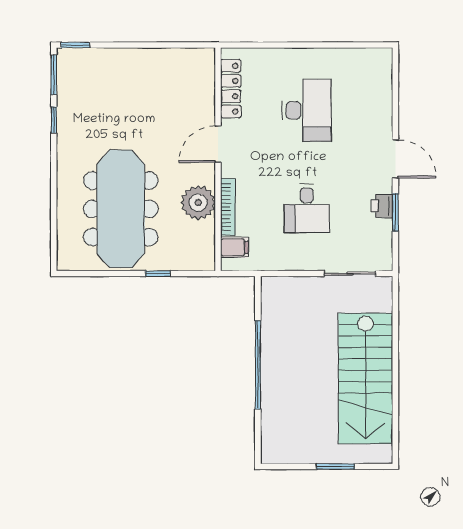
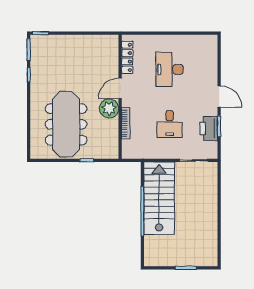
desk: (307, 110) -> (170, 69), turned 180
plant: (198, 203) -> (109, 109), moved
printer: (382, 206) -> (209, 128), width x1.87, depth x1.48
filing cabinet: (234, 247) -> (129, 146), removed
stairs: (366, 378) -> (159, 198), moved, turned 180

